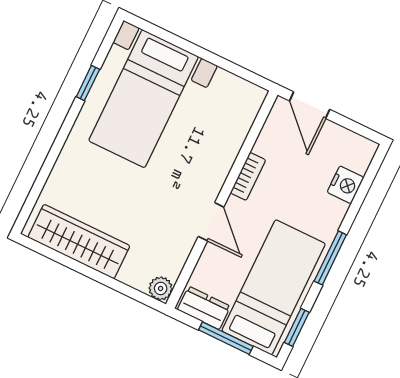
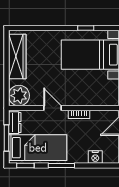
door: (211, 222) -> (52, 108), swing flipped
plant: (161, 288) -> (19, 96), width x1.88, depth x1.88

